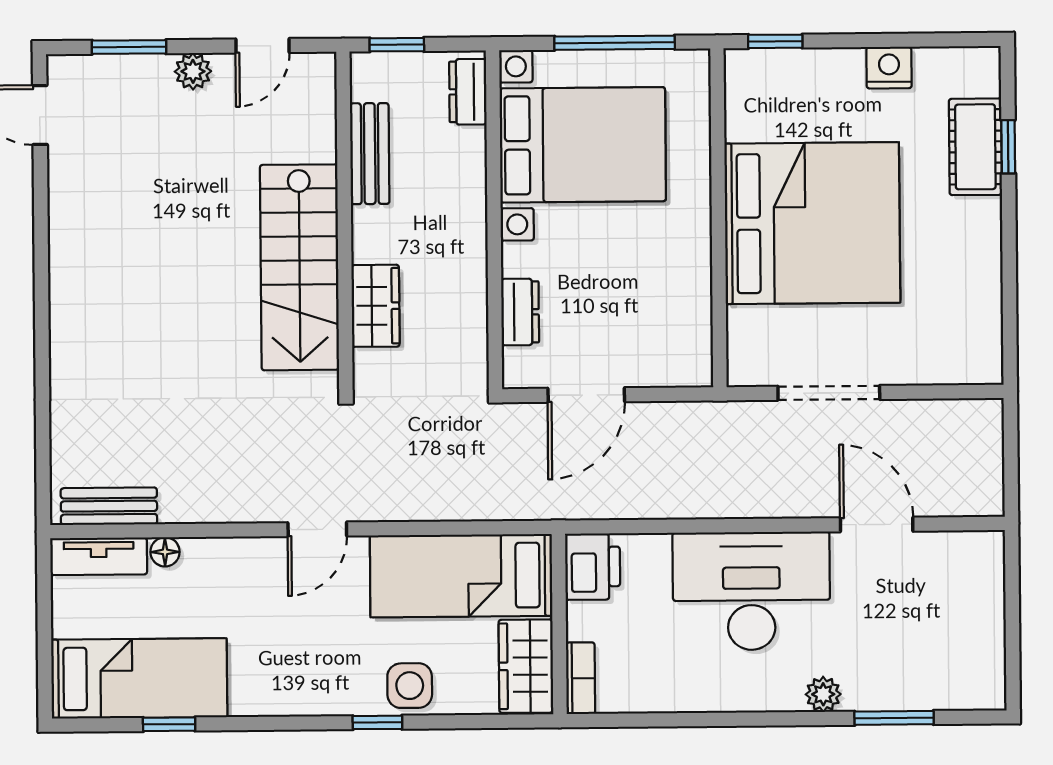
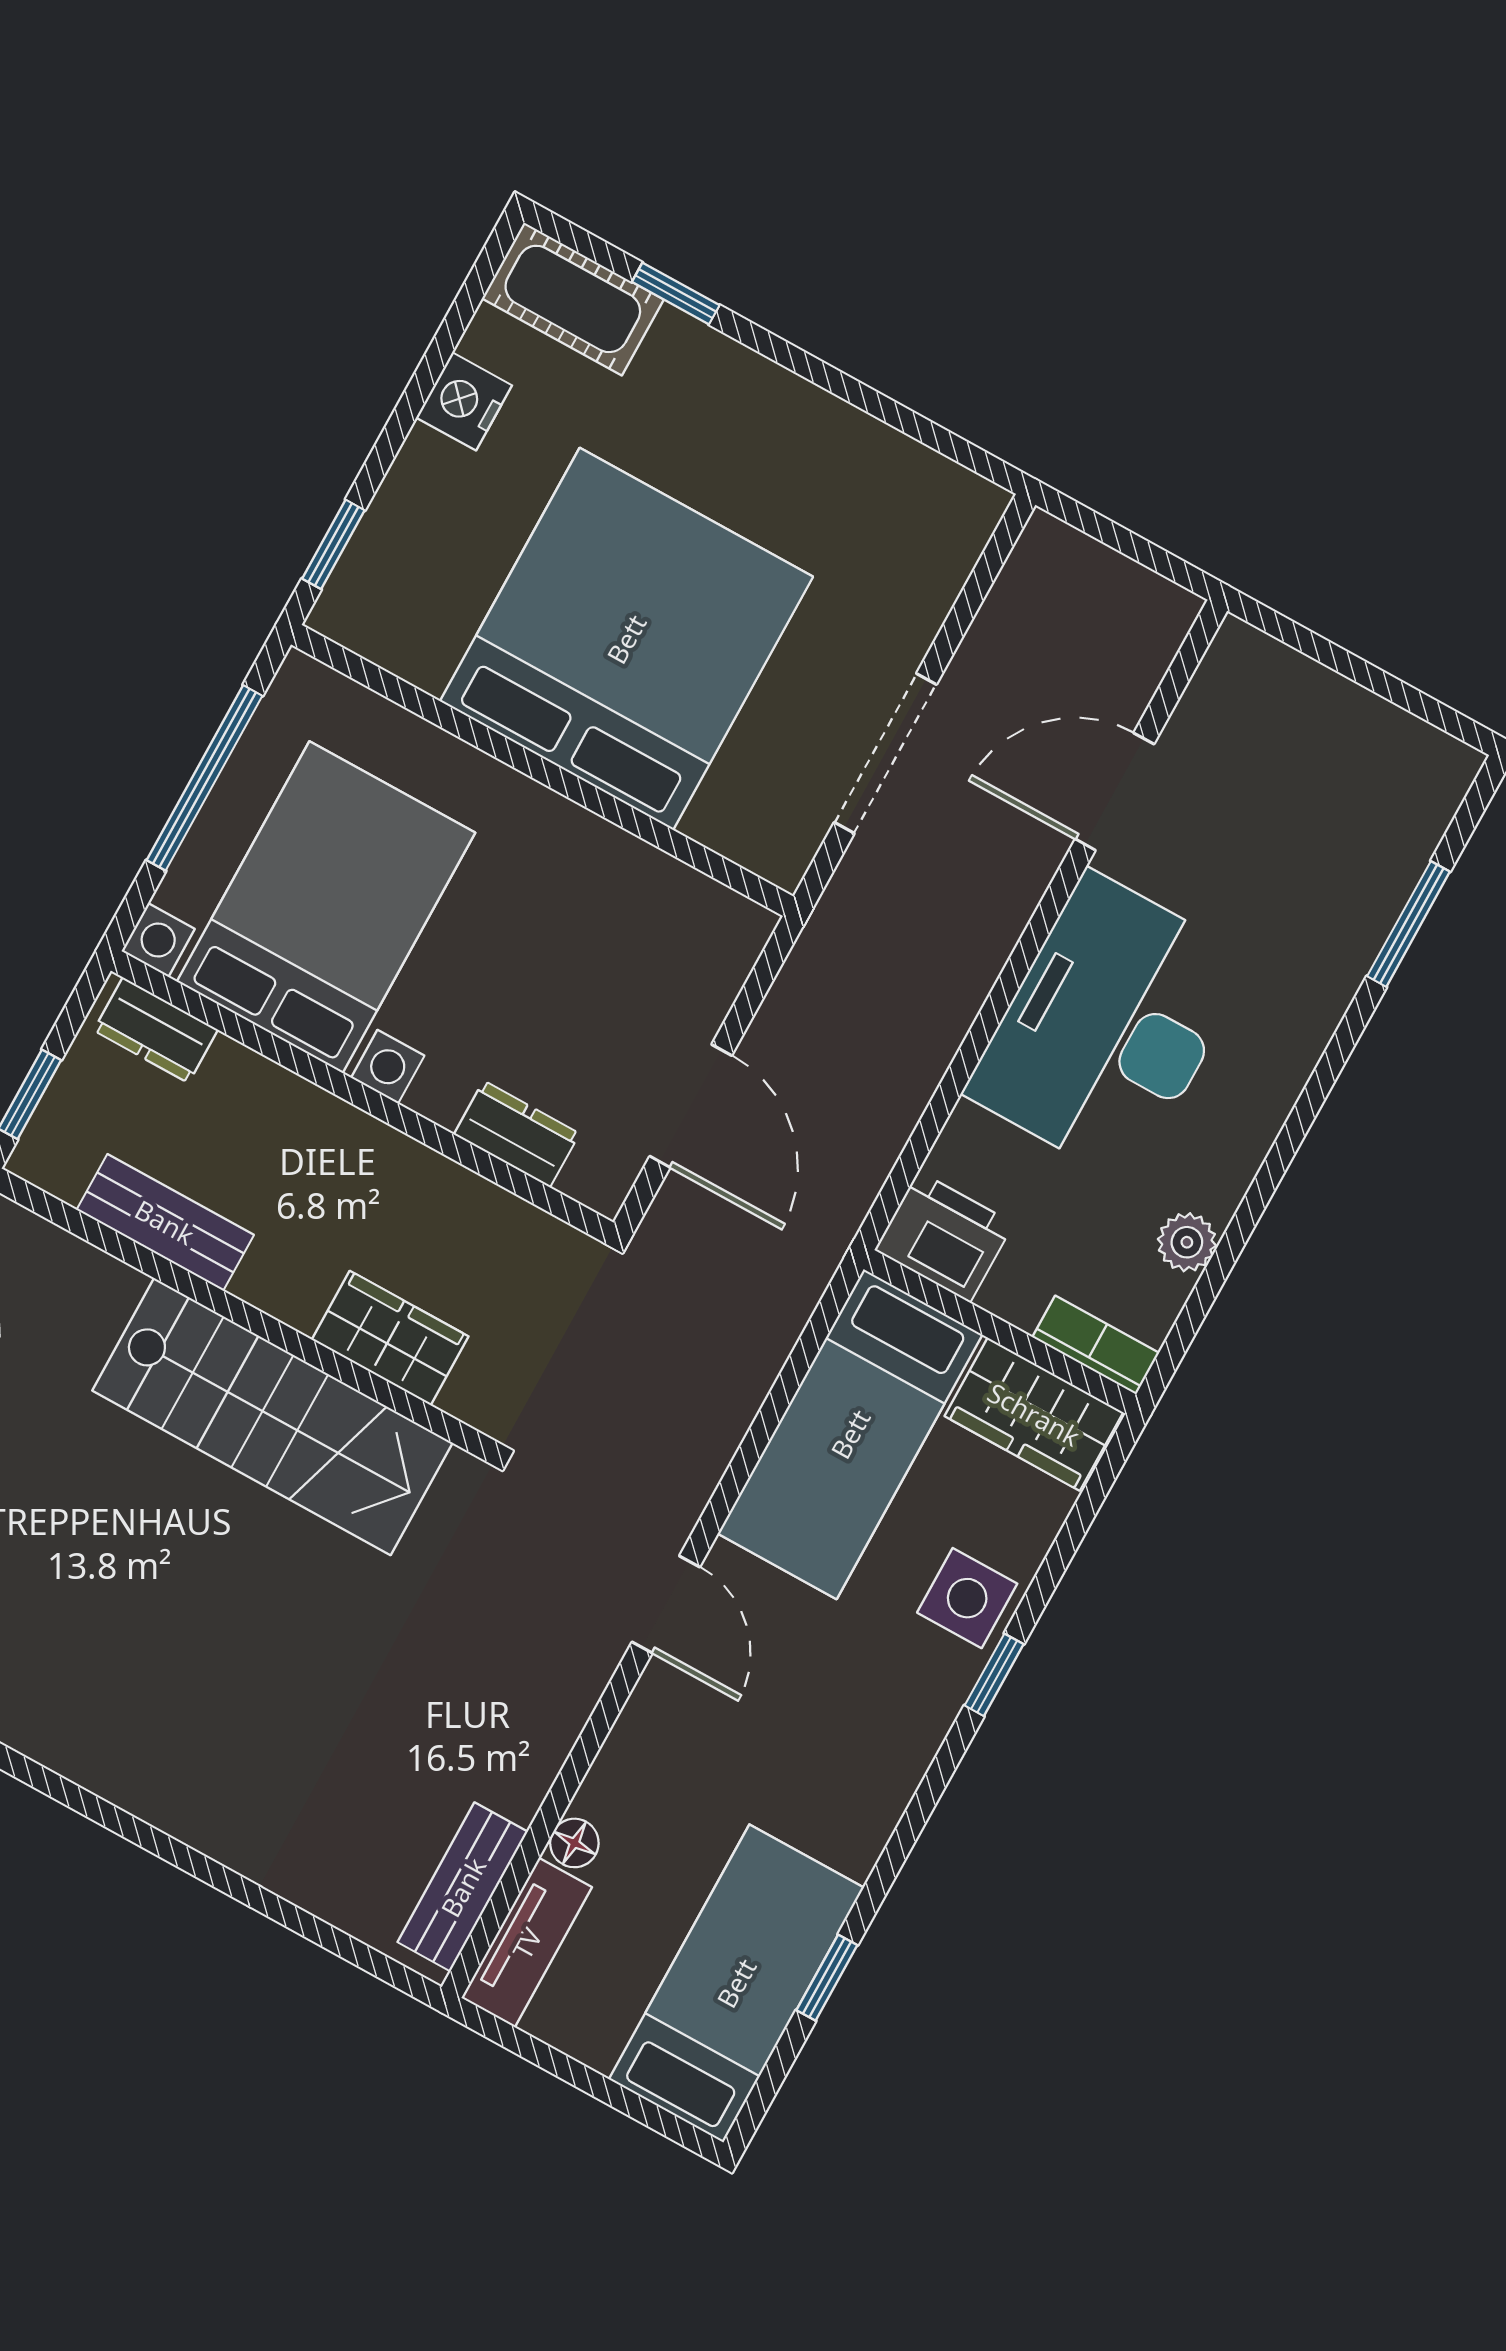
cot: (975, 147) -> (573, 299), moved
plant: (823, 694) -> (1187, 1242), moved

